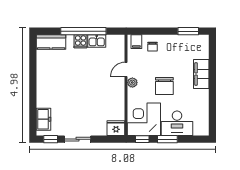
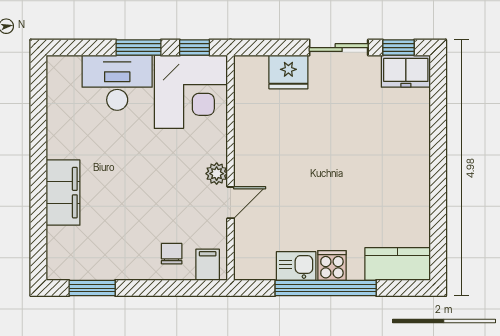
chair: (164, 86) -> (145, 166), removed
freezer: (44, 119) -> (406, 71), moved, turned -90
fridge: (116, 128) -> (288, 72), moved

